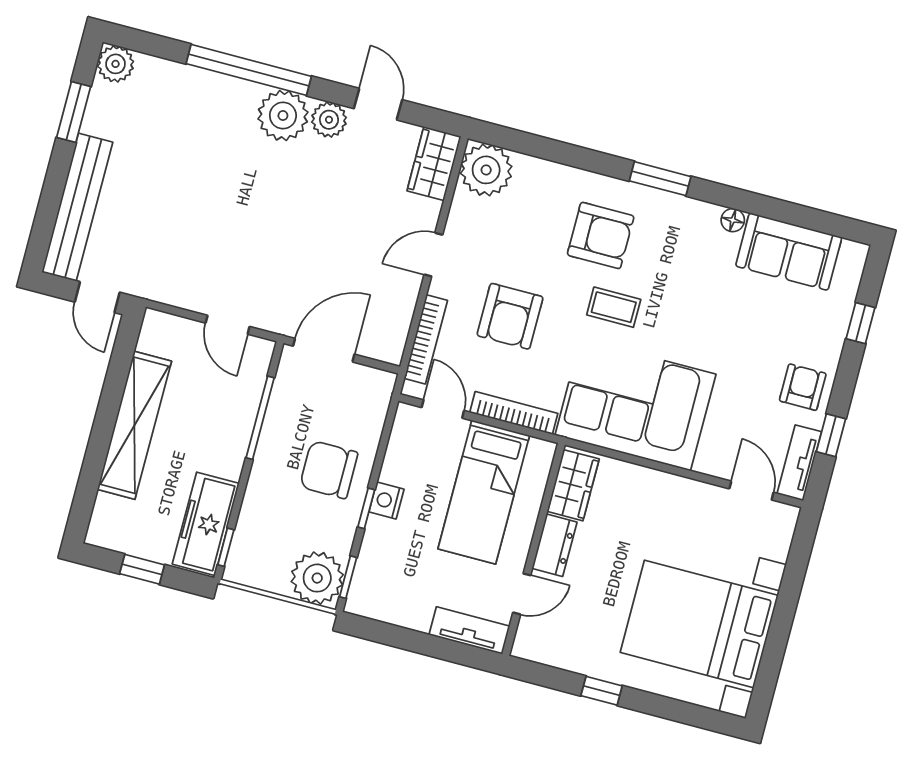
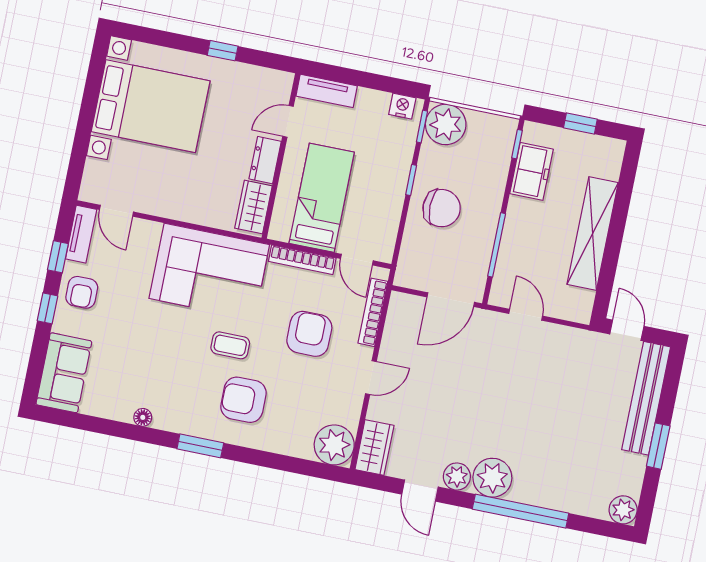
window: (74, 112) -> (658, 446), moved
sofa: (789, 252) -> (64, 373), moved, turned 90
window: (861, 323) -> (47, 308), moved
nightstand: (386, 500) -> (402, 106), moved, turned -90
freezer: (206, 524) -> (531, 171), width x0.71

